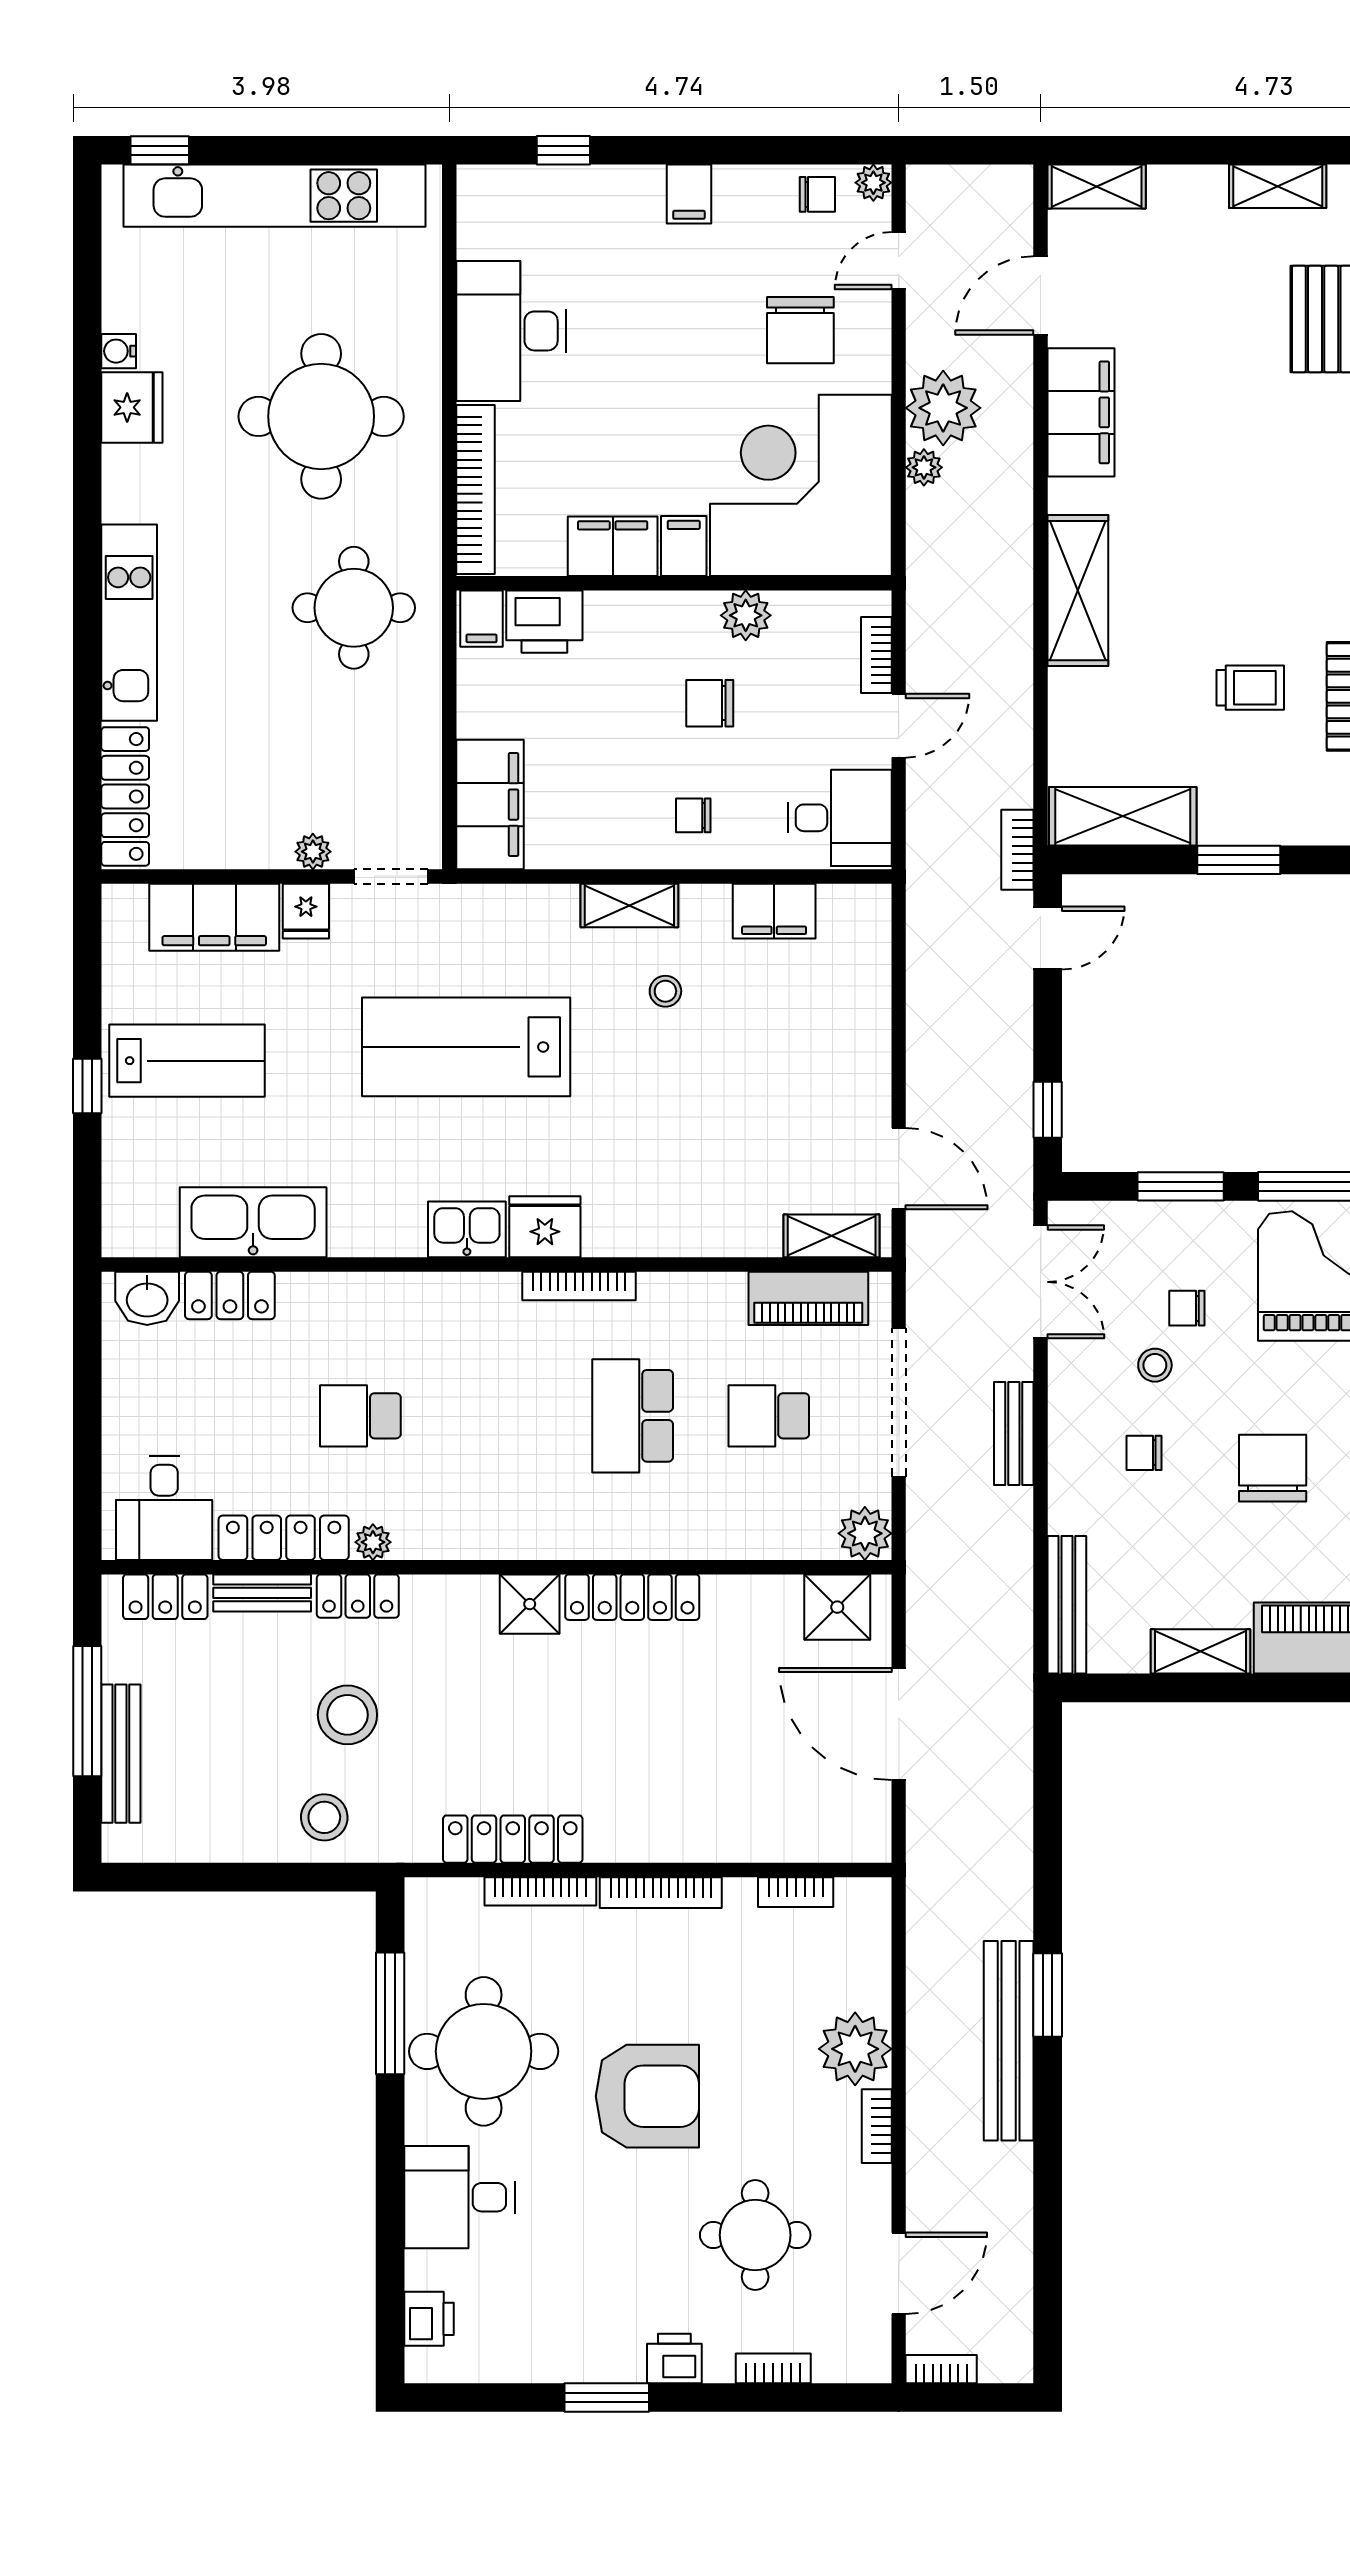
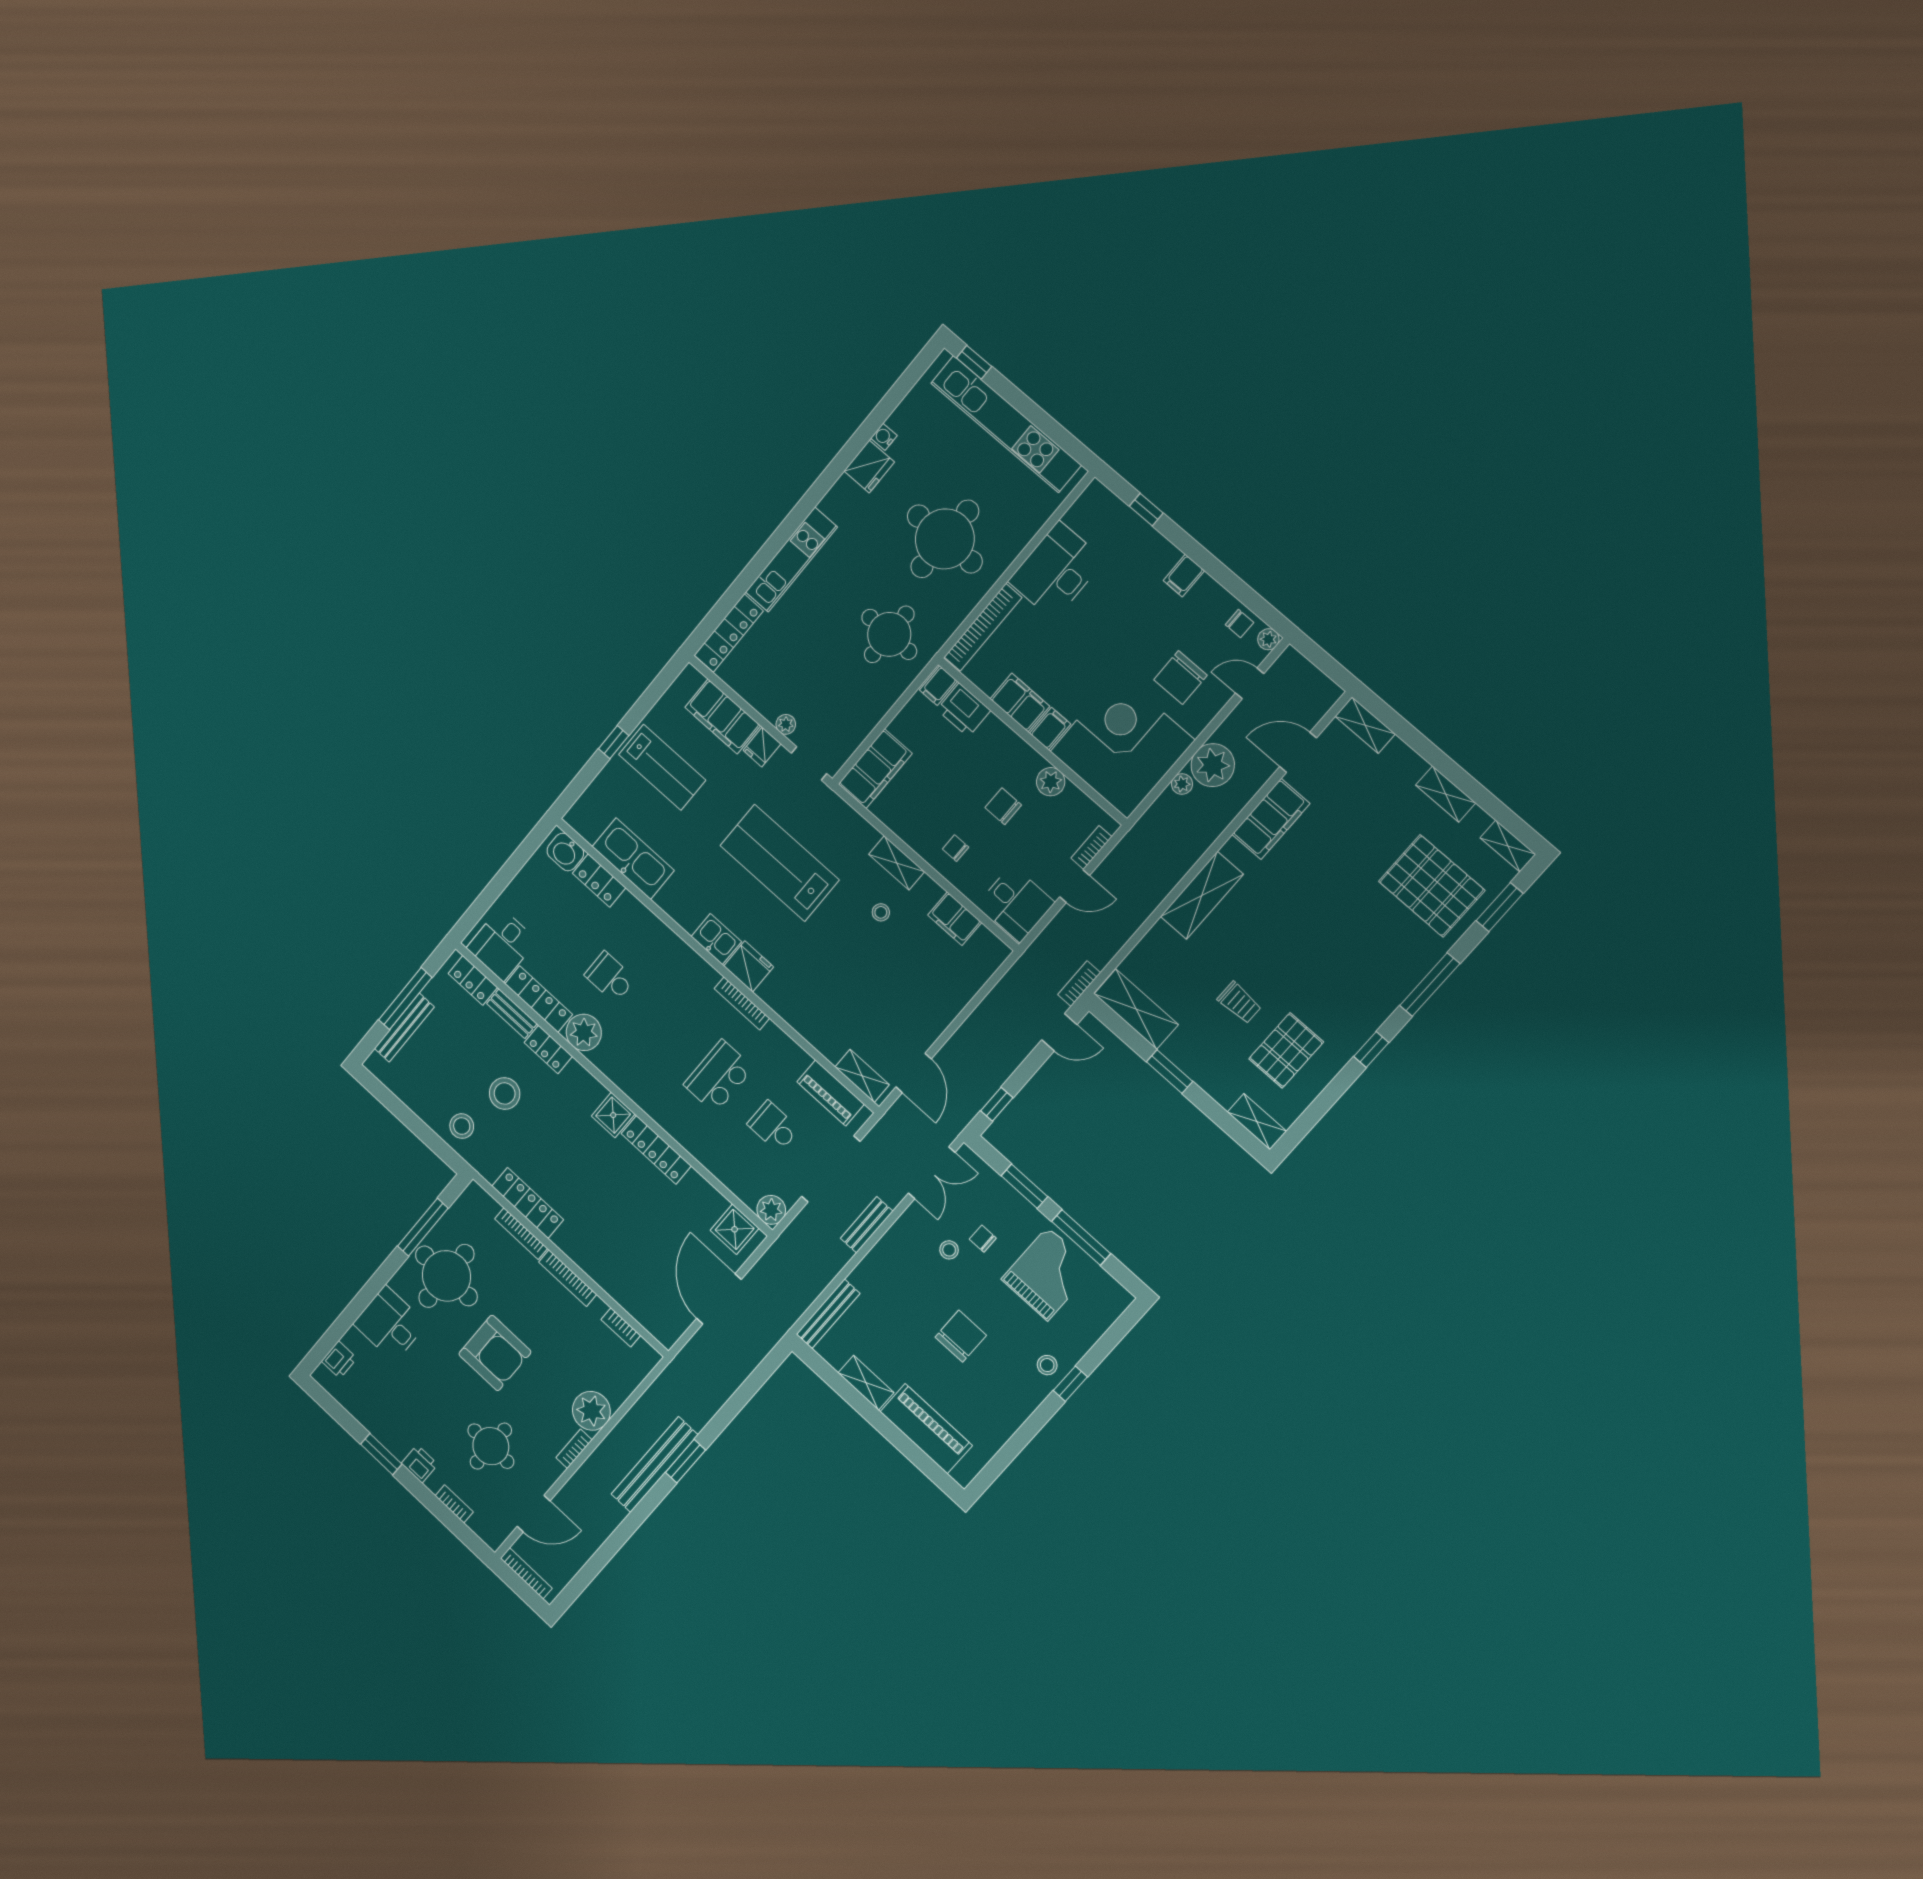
chair: (1144, 1453) -> (913, 1281), removed
plant: (373, 1542) -> (584, 1032), width x1.88, depth x1.88
bookcase: (941, 2369) -> (526, 1573), width x1.56

